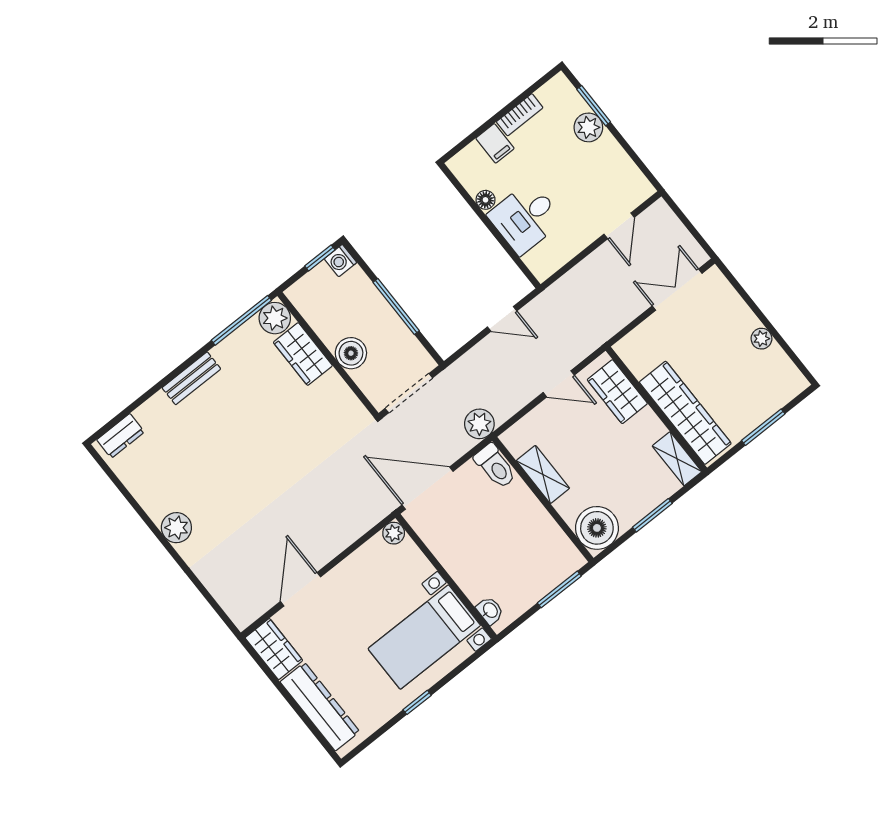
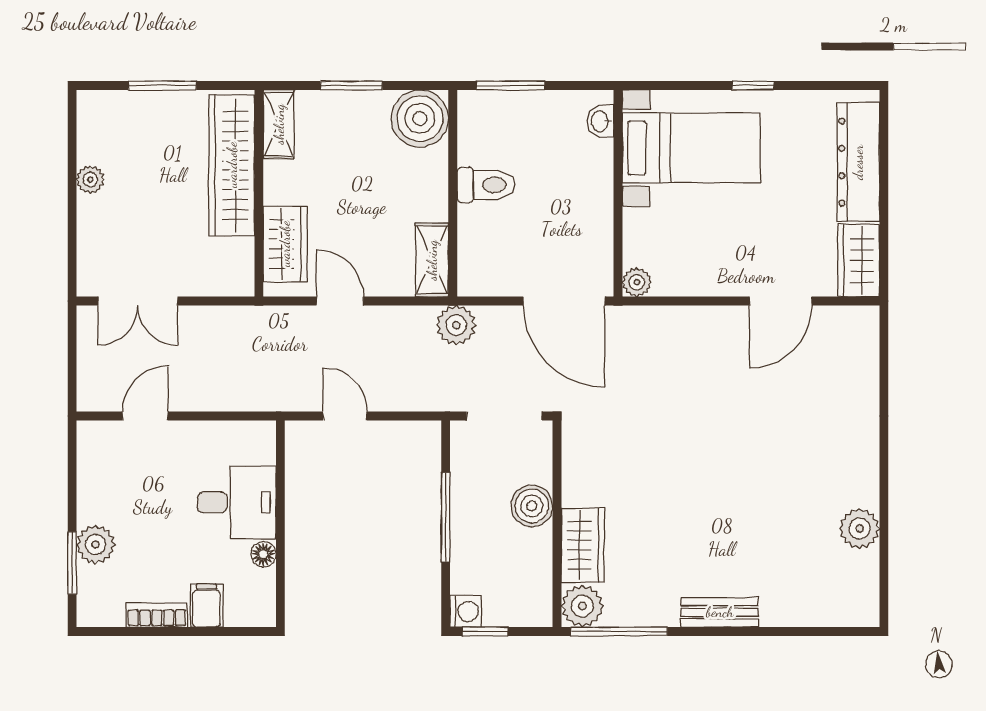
dresser: (121, 436) -> (841, 611), removed
toilet: (495, 466) -> (486, 185), moved, turned 90
shelving: (543, 474) -> (432, 260), moved
plant: (176, 528) -> (859, 529), moved

